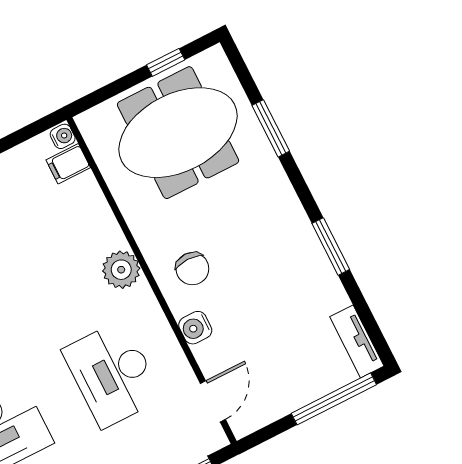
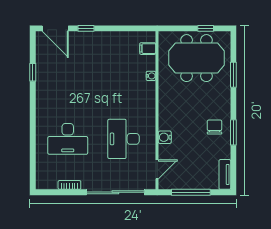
water cooler: (63, 136) -> (151, 76), moved
chair: (192, 269) -> (214, 127), moved, turned 180
plant: (121, 270) -> (147, 100), removed
window: (334, 399) -> (191, 192), moved

